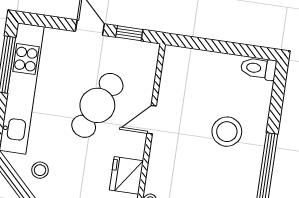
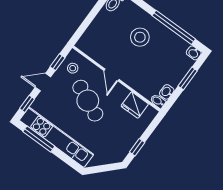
window: (47, 21) -> (27, 104), added
stool: (40, 170) -> (73, 68), moved

